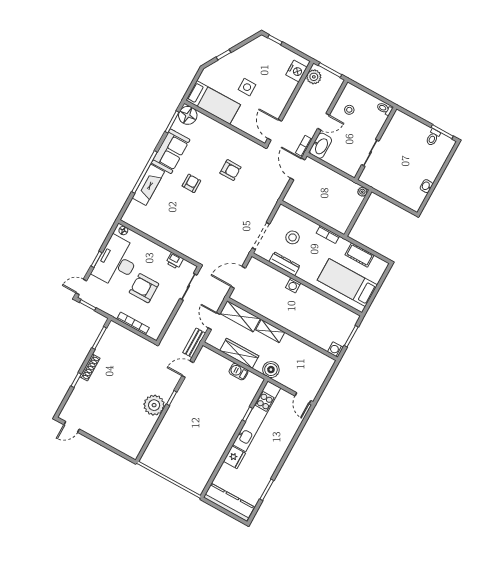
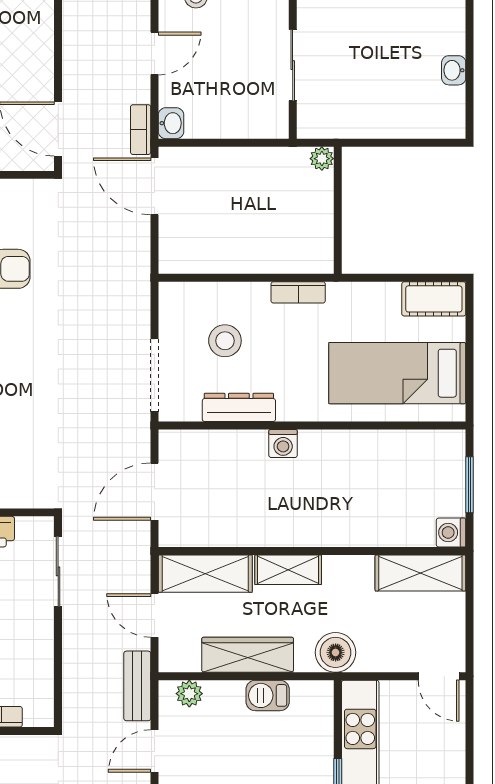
washbasin: (321, 146) -> (171, 123), width x0.52, depth x0.69
cot: (360, 255) -> (434, 299), moved
plant: (211, 356) -> (189, 694), added
shelving: (317, 358) -> (420, 573), added

